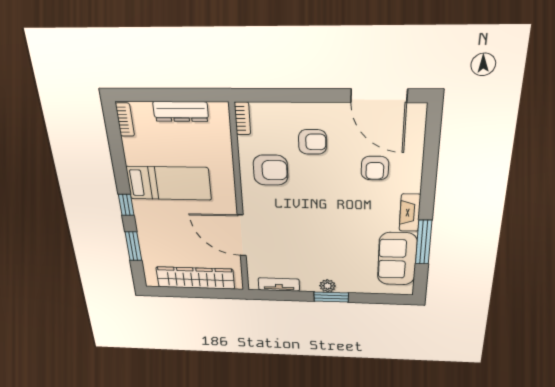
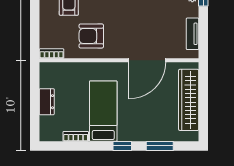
dresser: (181, 112) -> (47, 102), width x0.70
bookcase: (125, 120) -> (76, 136), moved
armchair: (271, 170) -> (91, 36), turned -90

